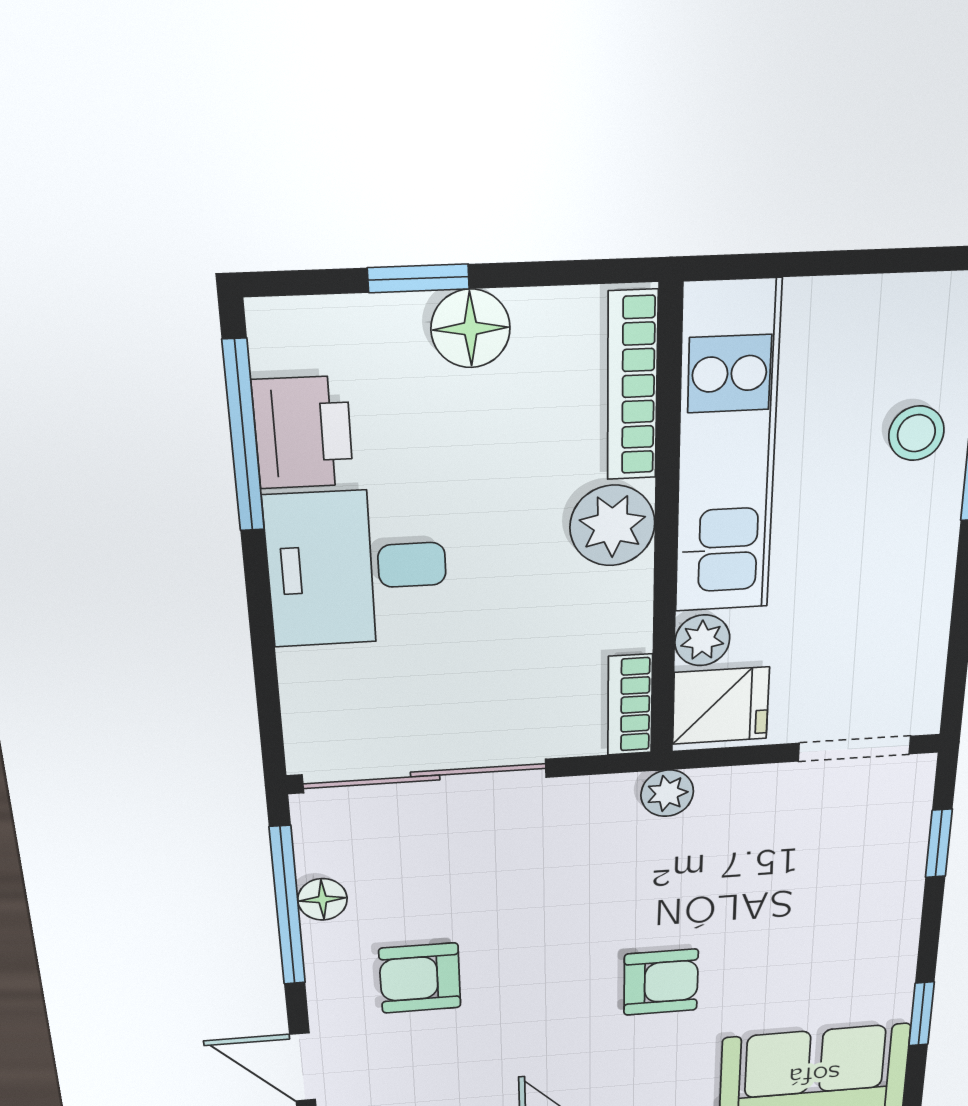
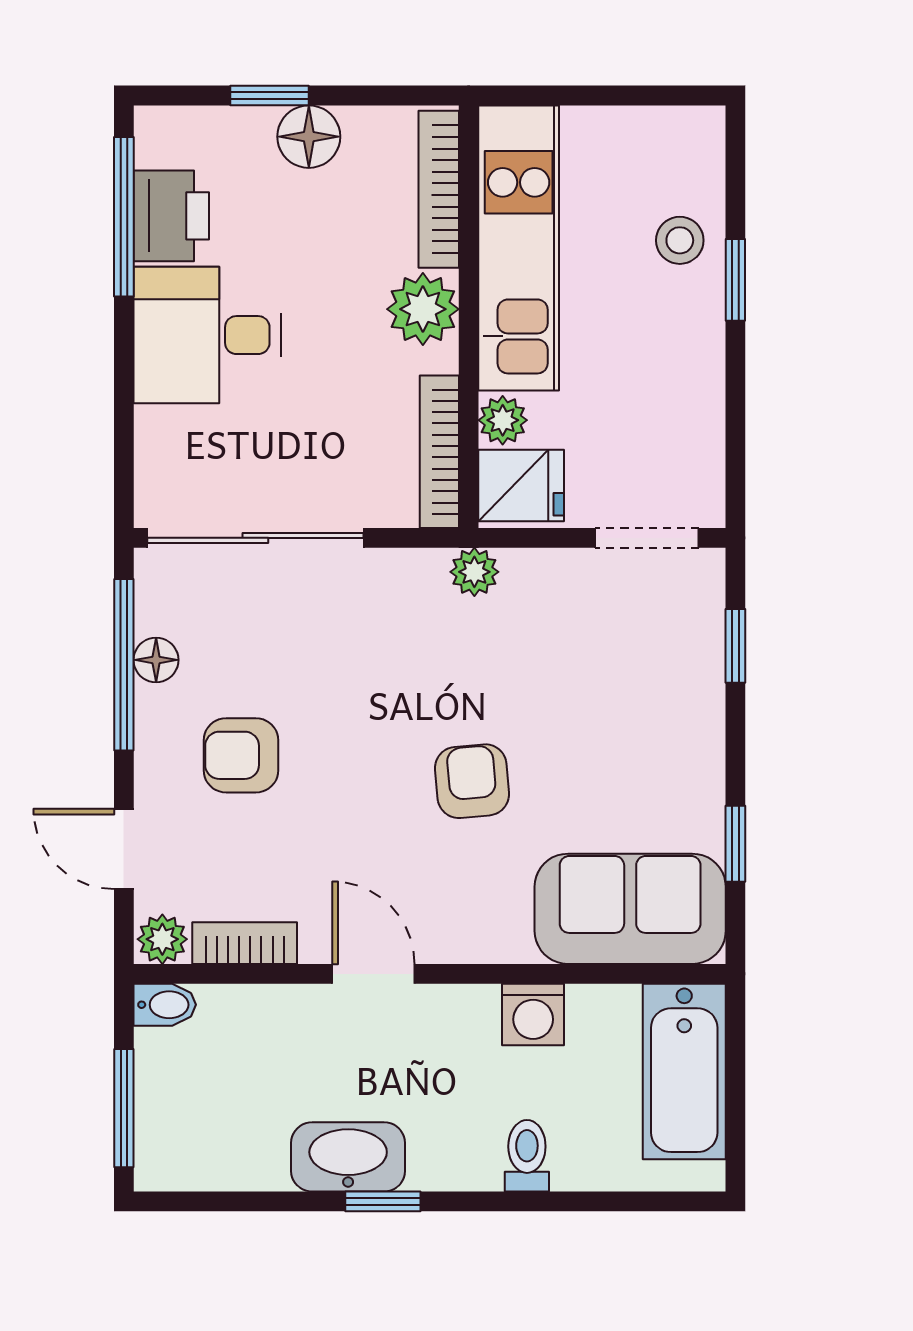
bookcase: (630, 705) -> (439, 452), width x1.56
armchair: (661, 982) -> (472, 781), turned -95

